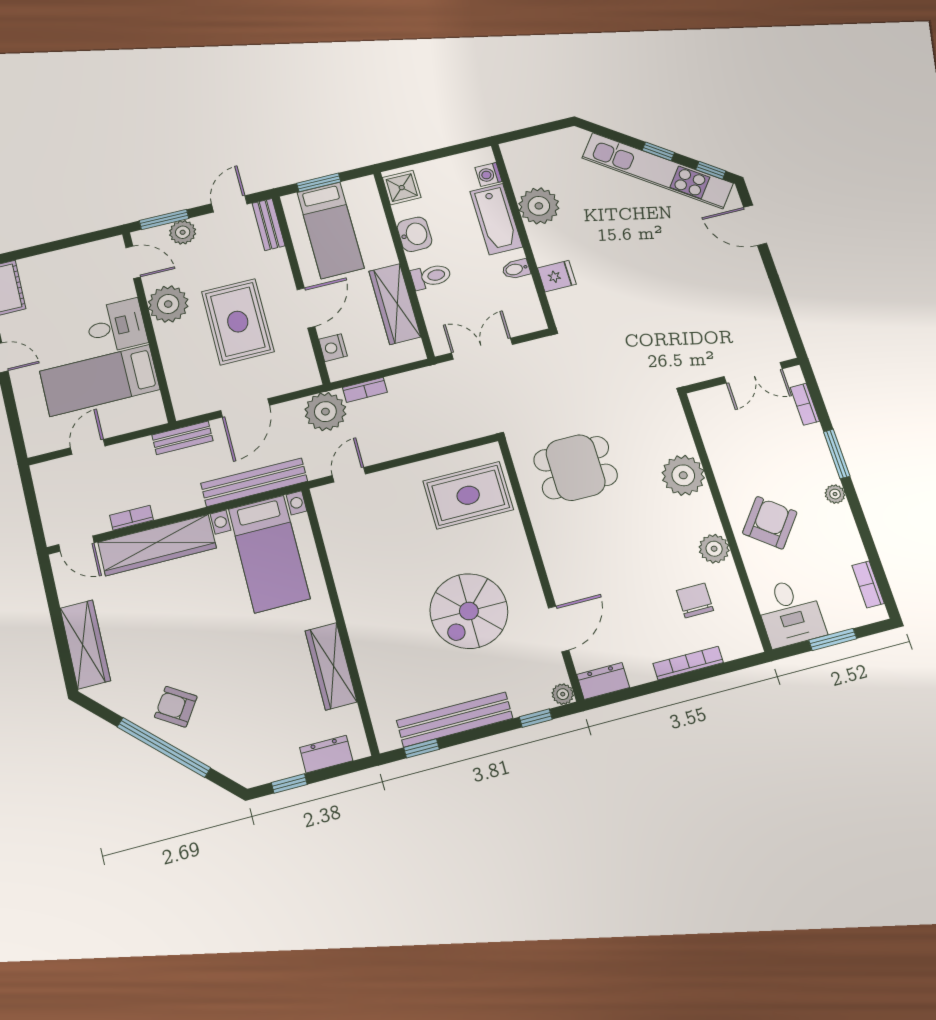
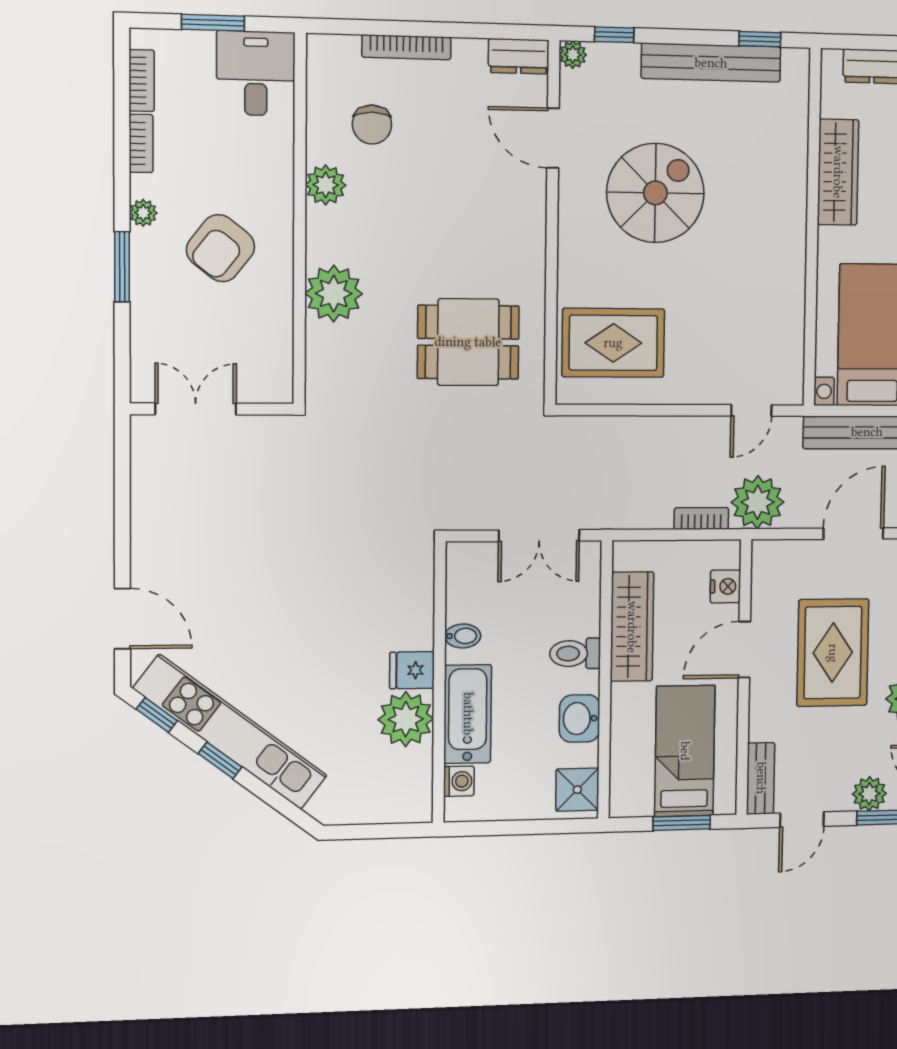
fridge: (557, 276) -> (412, 670), moved
bookcase: (805, 404) -> (141, 143), moved
armchair: (770, 523) -> (221, 248), moved
door: (559, 629) -> (553, 138), hinge flipped

